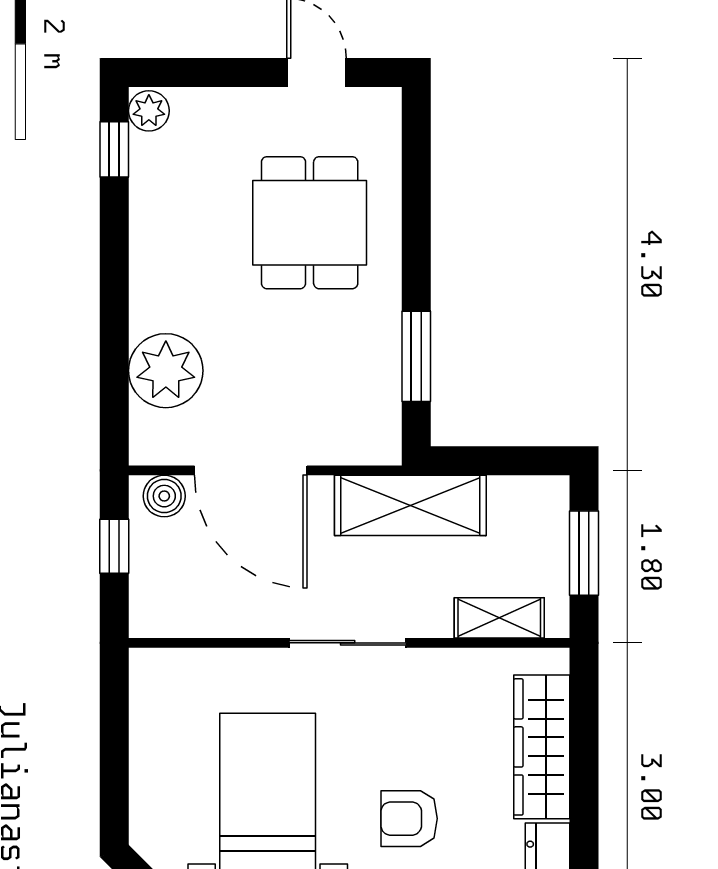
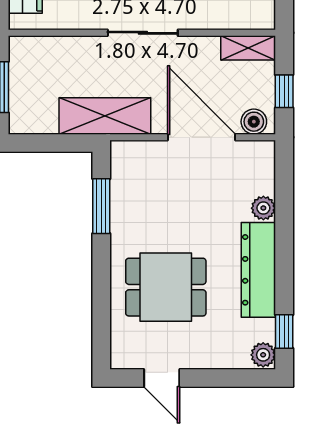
dining table: (310, 223) -> (166, 287), turned 90
dresser: (157, 251) -> (258, 270), added
plant: (166, 371) -> (263, 208), width x0.53, depth x0.53
shelving: (499, 618) -> (248, 48), moved

